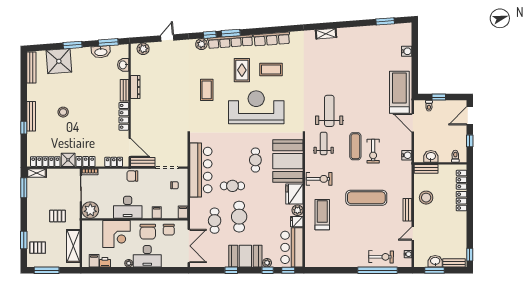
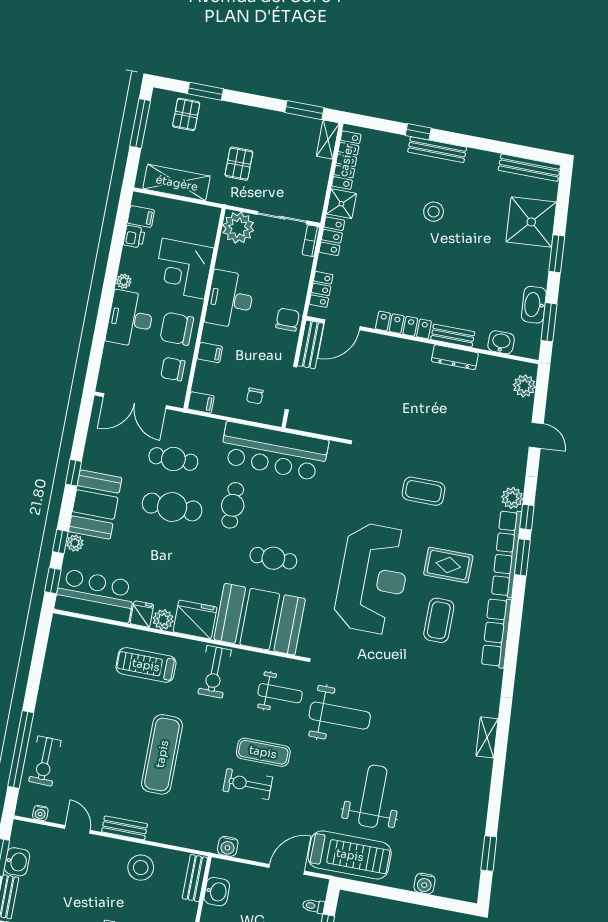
weight bench: (367, 86) -> (373, 796), added
treadmill: (322, 215) -> (146, 665), turned 180

